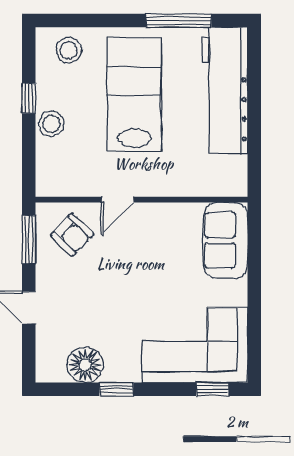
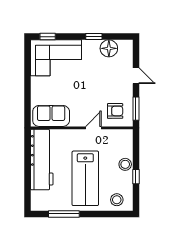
workbench: (225, 90) -> (42, 160), moved
armchair: (72, 235) -> (115, 111), turned 136
sofa: (226, 240) -> (51, 116), moved, turned -90

